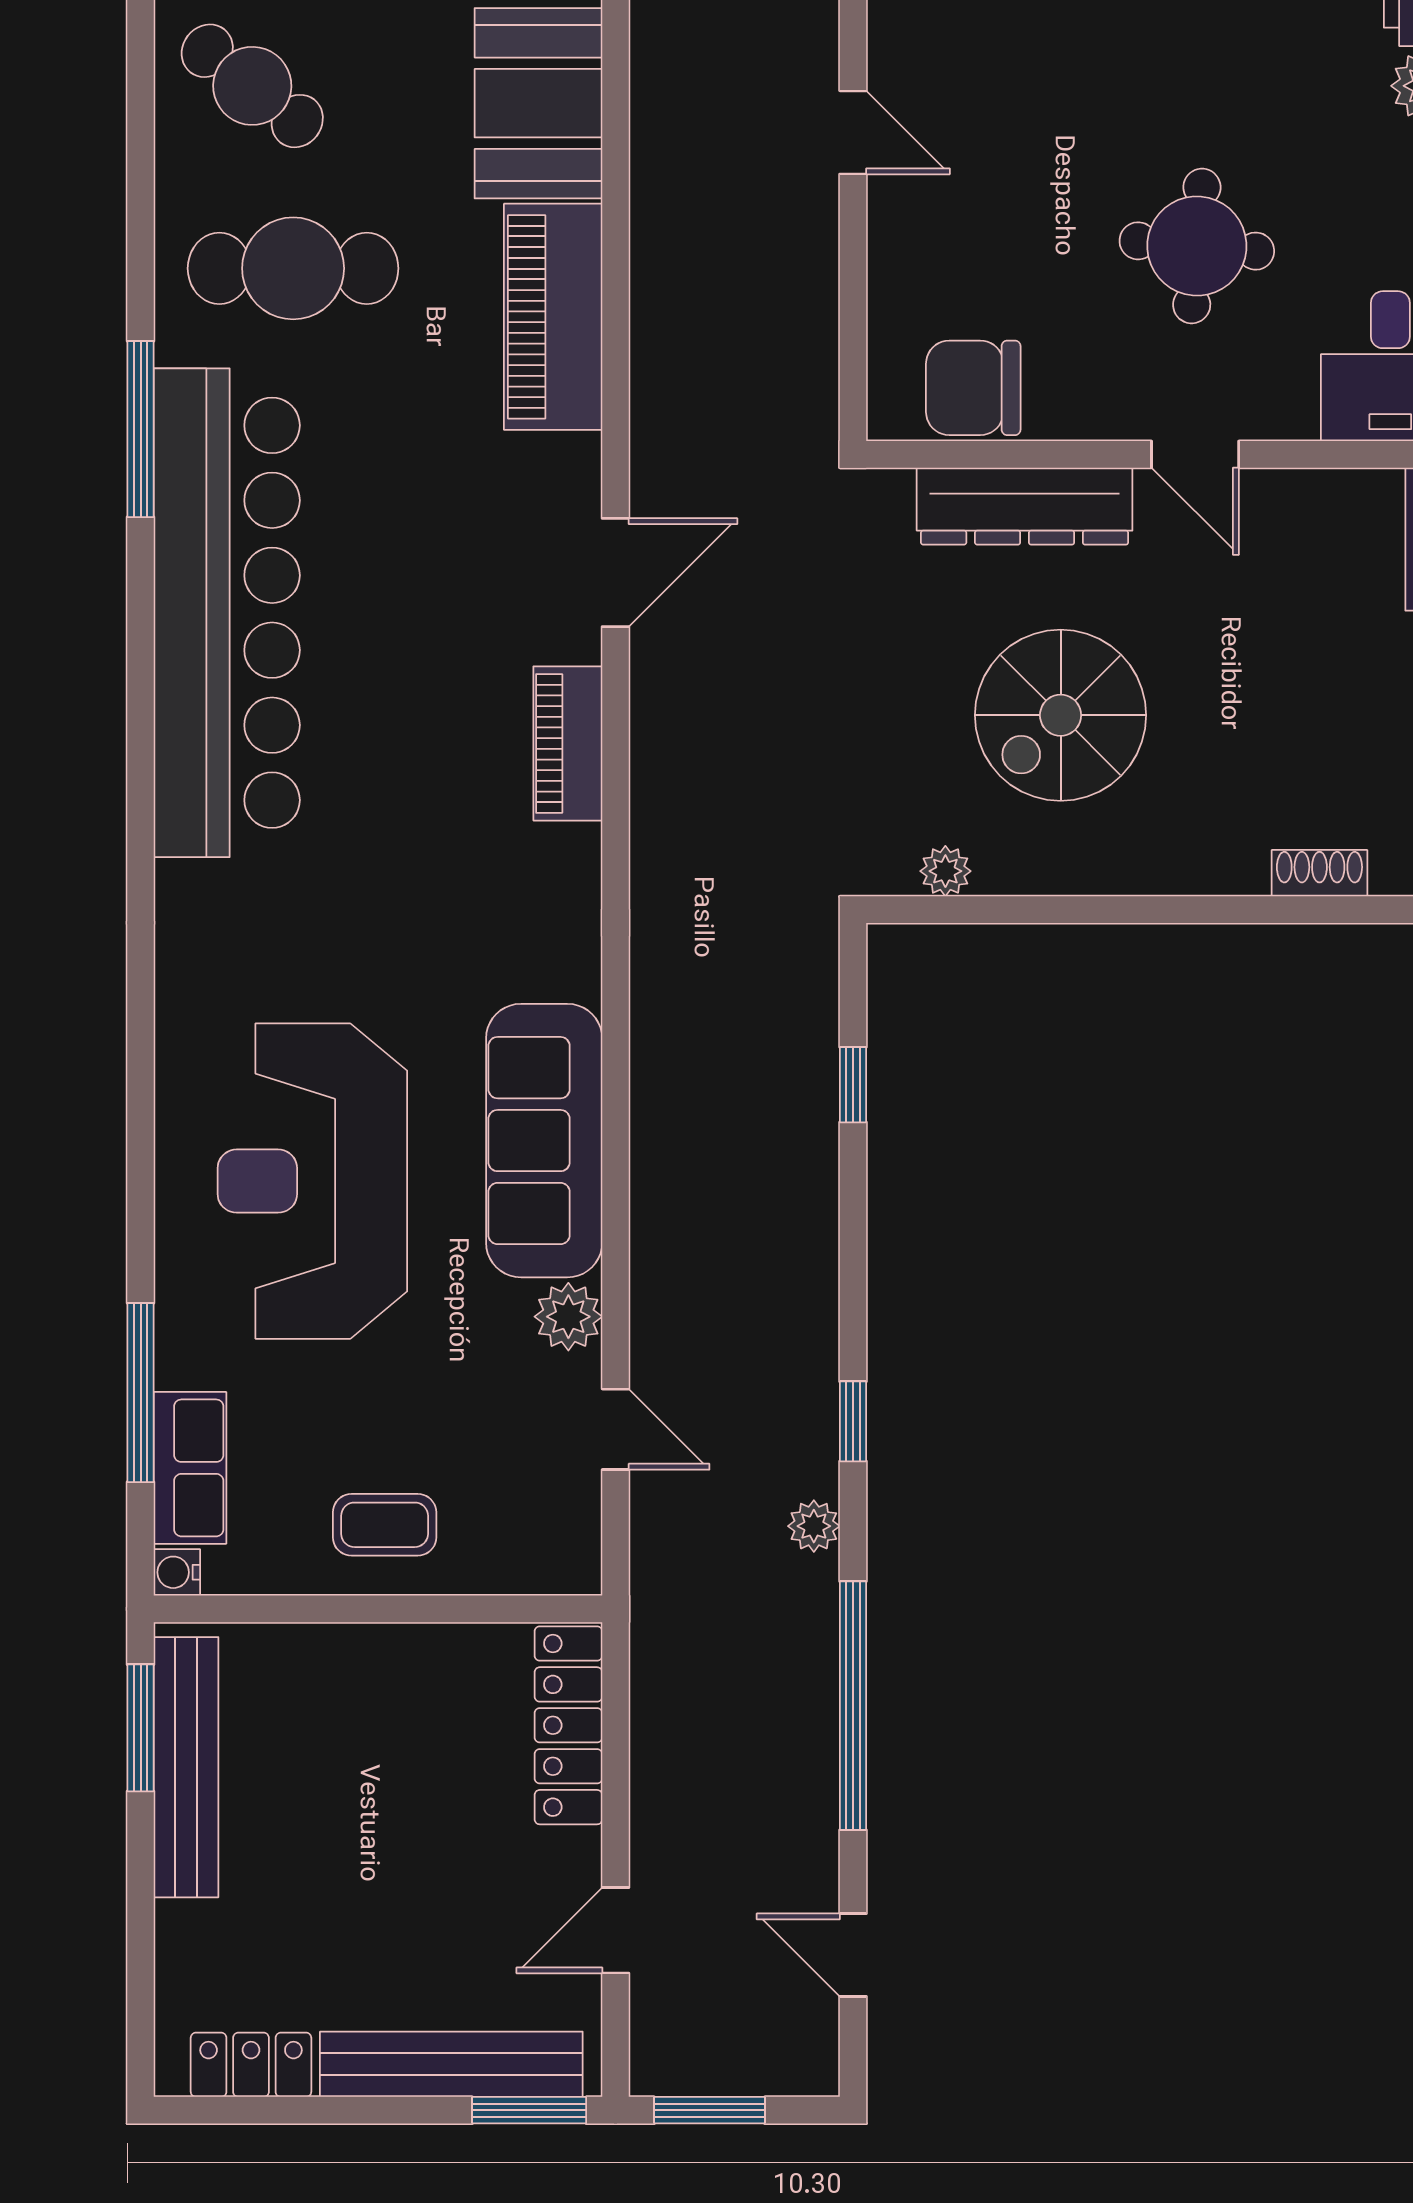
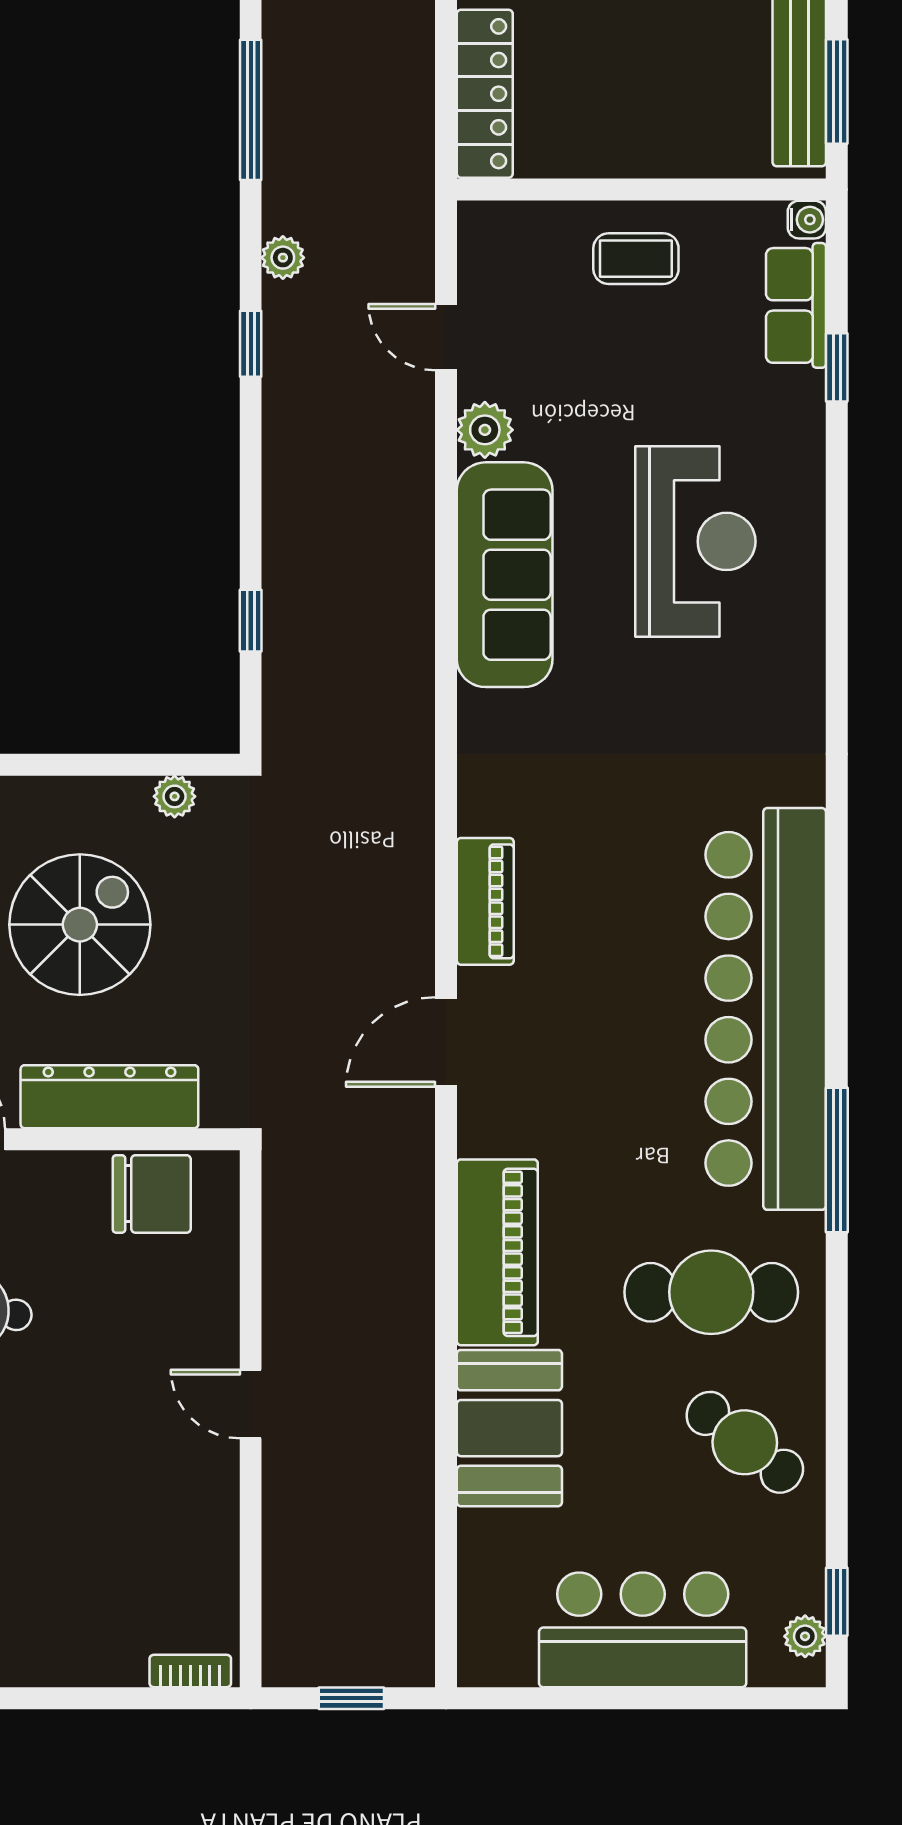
reception desk: (312, 1181) -> (695, 541), width x0.74, depth x0.77
window: (141, 1393) -> (837, 367), width x0.46
window: (853, 1706) -> (251, 110), width x0.68

